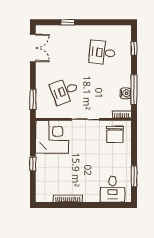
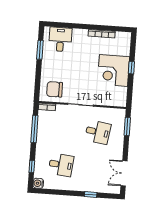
desk: (65, 91) -> (98, 132), turned 30
water cooler: (126, 93) -> (38, 183), moved
chair: (115, 134) -> (55, 89), turned -90
corner desk: (52, 137) -> (113, 70), moved

